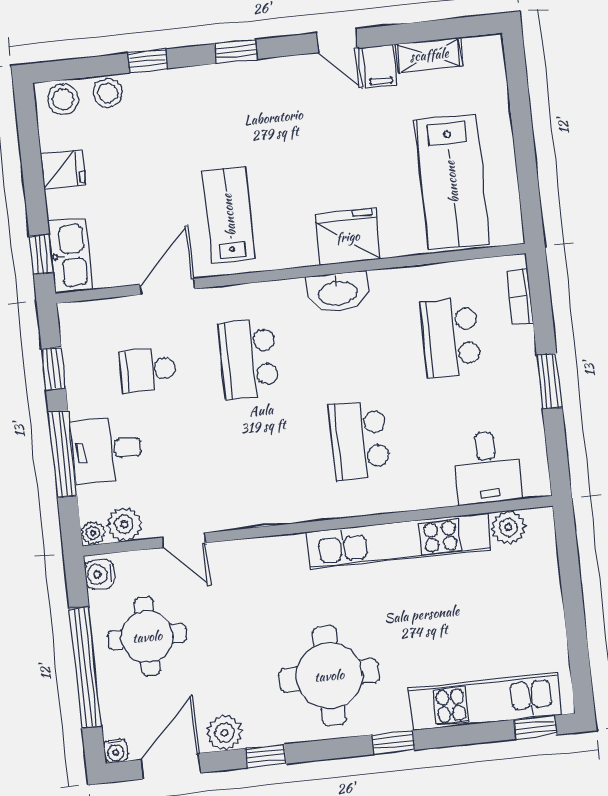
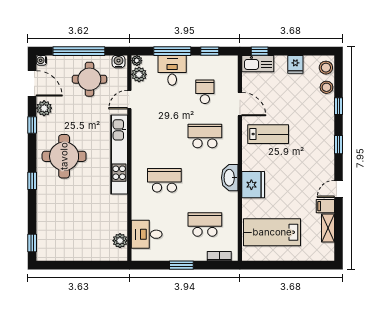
kitchen unit: (399, 541) -> (119, 154), moved
kitchen unit: (485, 702) -> (46, 222), removed

